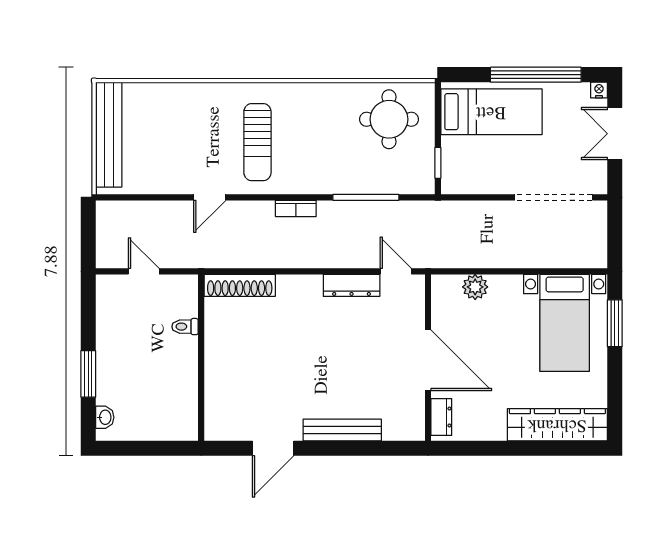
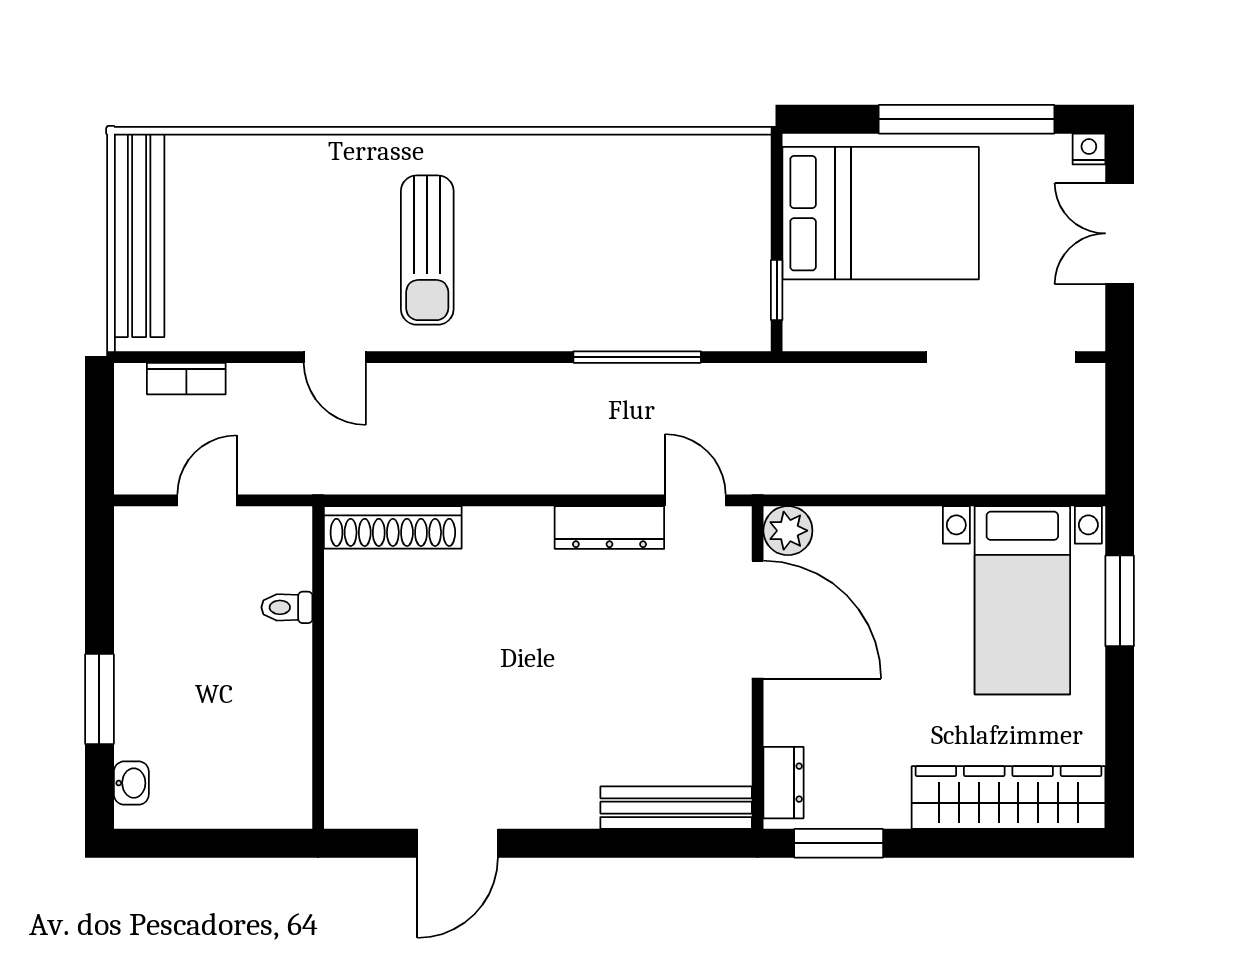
bed: (491, 112) -> (881, 213), width x1.50
round table: (389, 119) -> (682, 206), removed
door: (210, 197) -> (335, 357), hinge flipped
bookcase: (296, 208) -> (186, 379), moved
door: (144, 271) -> (207, 500), hinge flipped
plant: (475, 287) -> (788, 531), moved
door: (428, 360) -> (758, 620), moved
bench: (342, 430) -> (676, 808), moved
window: (470, 448) -> (839, 843), added

